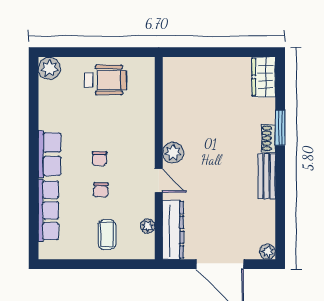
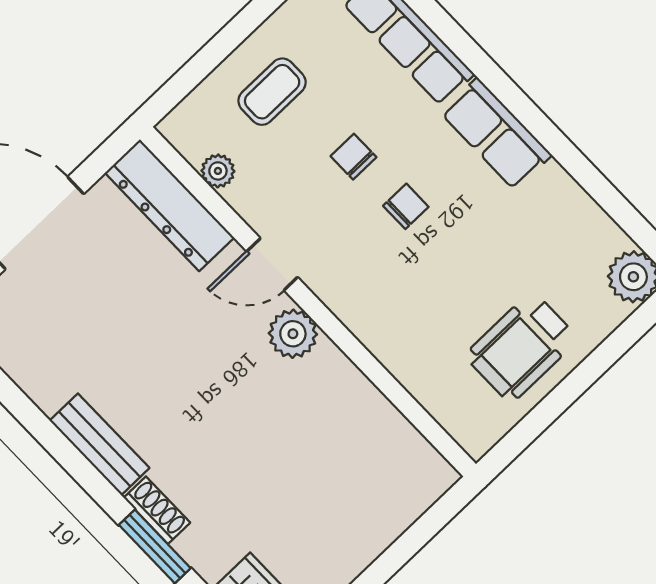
chair: (99, 159) -> (406, 206), turned 90
coffee table: (107, 235) -> (272, 92), turned 90

